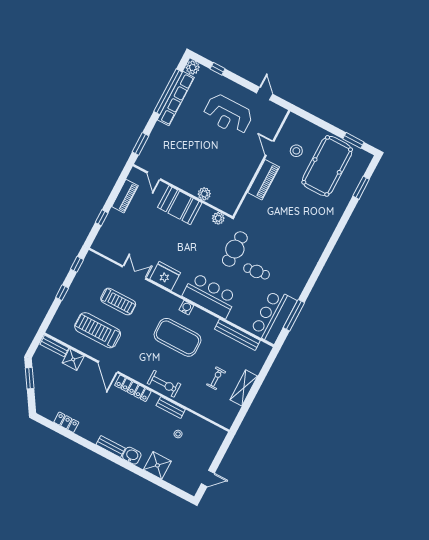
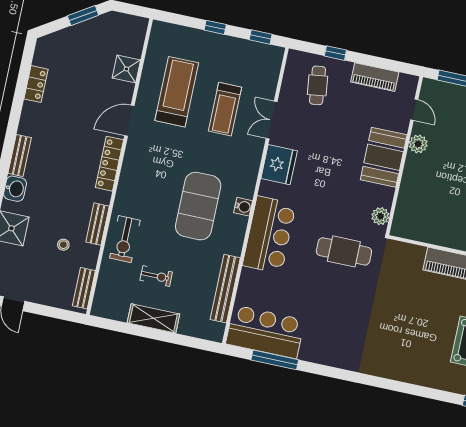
door: (154, 176) -> (414, 110), swing flipped
plant: (204, 194) -> (418, 144), moved
cafe table: (257, 271) -> (317, 85), moved
double door: (134, 273) -> (272, 120), swing flipped
bench: (54, 346) -> (84, 288), moved
exercise bike: (164, 384) -> (125, 239), moved

